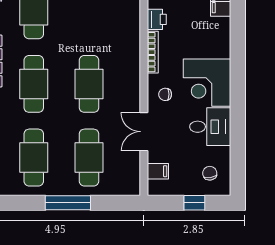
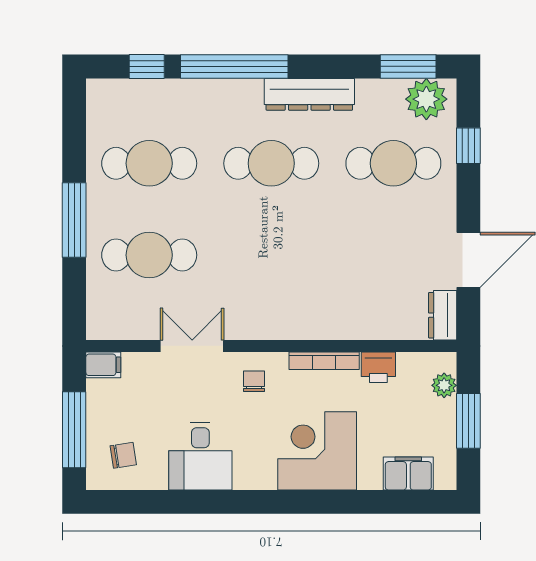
corner desk: (207, 83) -> (317, 451), moved
cafe table: (89, 84) -> (271, 255), removed
filing cabinet: (158, 171) -> (103, 365), moved, turned -90
window: (194, 203) -> (74, 430), width x2.17

